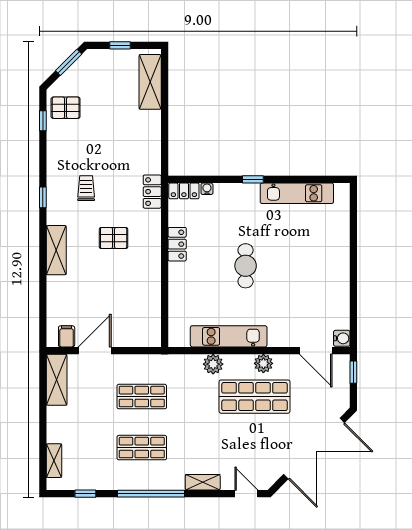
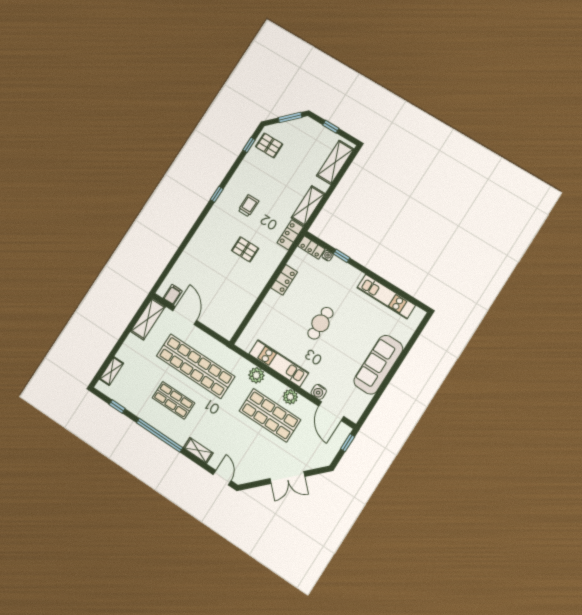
window: (253, 179) -> (342, 256), moved
shelving: (56, 250) -> (308, 206), moved
sofa: (334, 271) -> (378, 365), added
water cooler: (342, 338) -> (319, 392), moved, turned 90
door: (95, 351) -> (185, 316), hinge flipped
shop shelf: (142, 397) -> (196, 366), width x2.00, depth x1.36
double door: (314, 449) -> (287, 478), width x0.54

